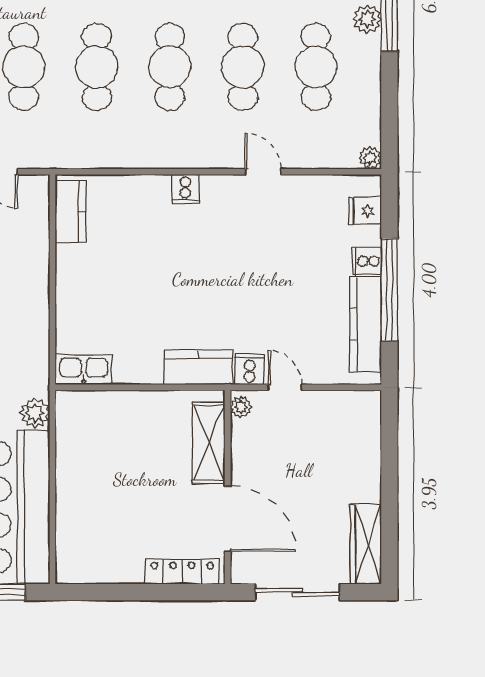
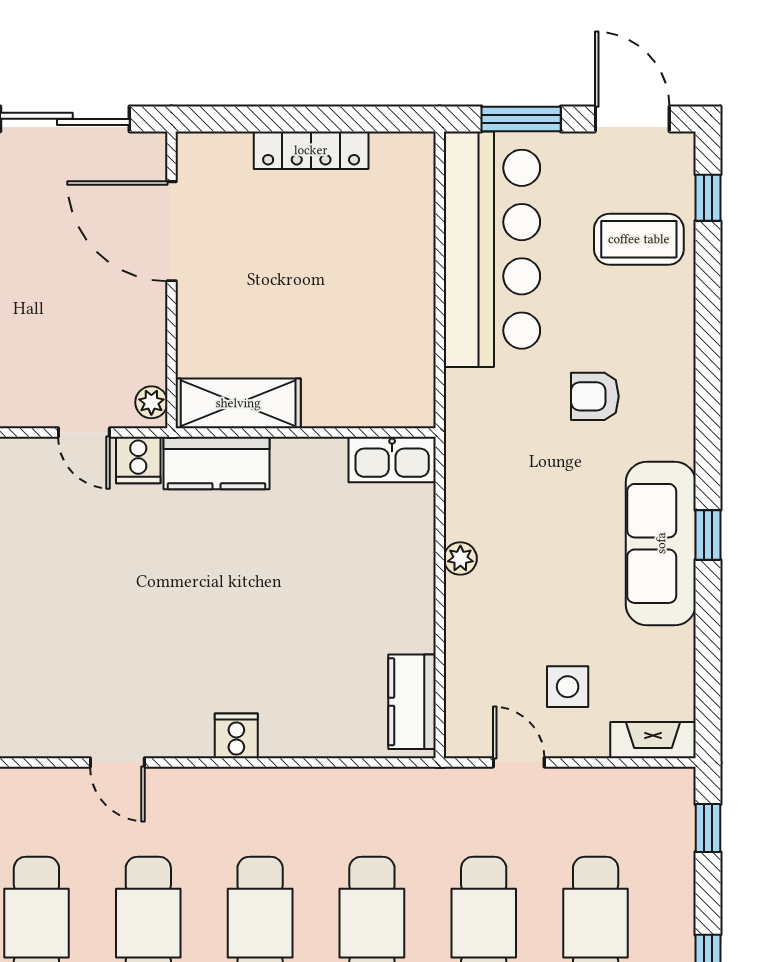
plant: (35, 413) -> (460, 558), moved, width x0.73, depth x0.73
shelving: (209, 443) -> (238, 403), moved, turned 90
locker: (182, 572) -> (311, 150), moved

